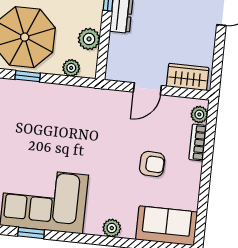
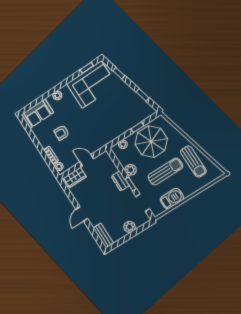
plant: (89, 39) -> (131, 170), moved
door: (147, 89) -> (87, 160), hinge flipped

